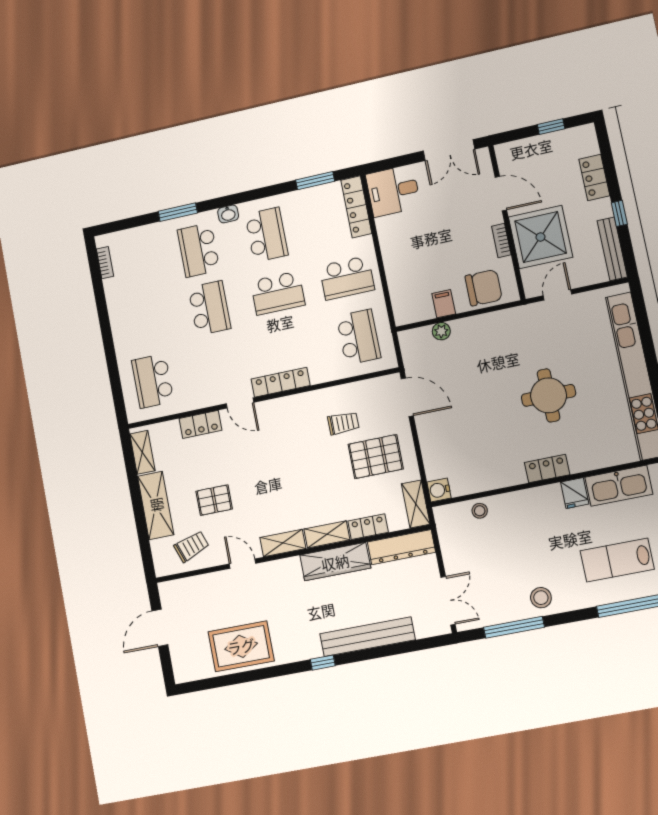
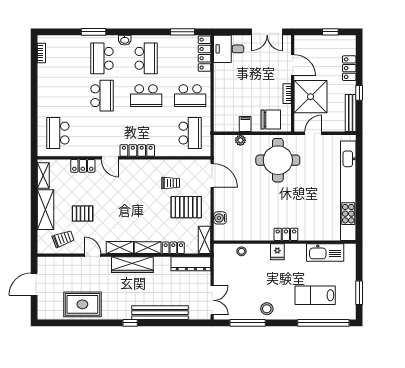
round table: (548, 395) -> (278, 160), moved, width x1.36, depth x1.36
water cooler: (439, 490) -> (220, 218), moved
fridge: (575, 493) -> (277, 252), moved
wardrobe: (335, 562) -> (132, 265), moved

